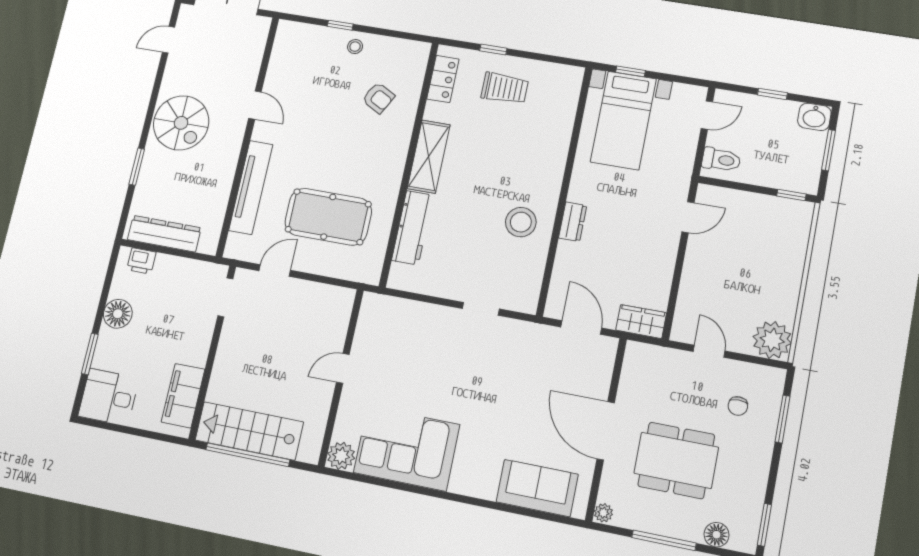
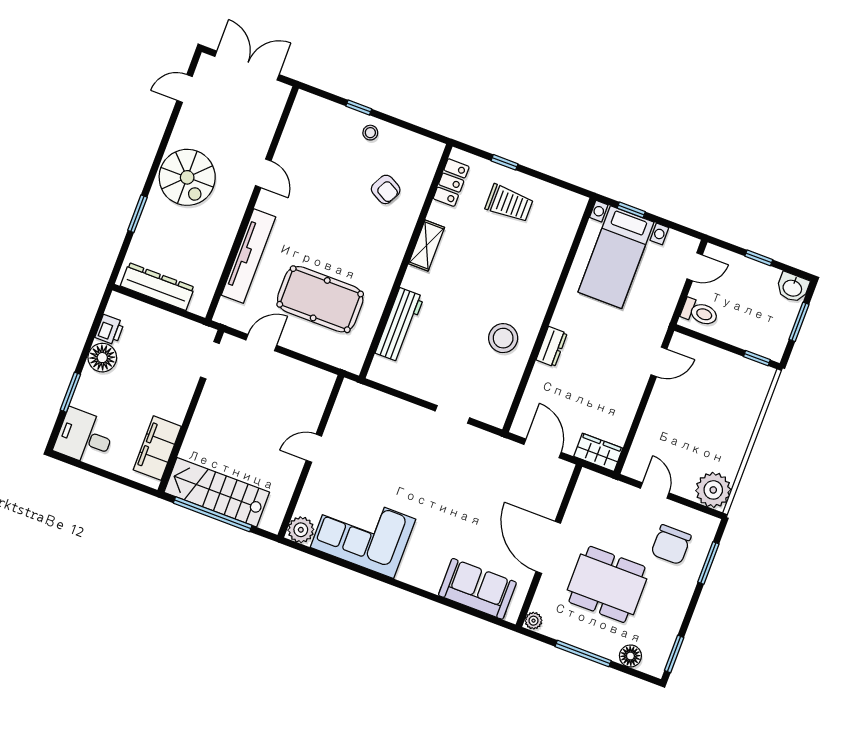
shelving: (429, 157) -> (426, 246), width x0.67, depth x0.75
printer: (141, 261) -> (110, 330), moved, turned -90
chair: (738, 406) -> (671, 545), width x1.87, depth x1.87

